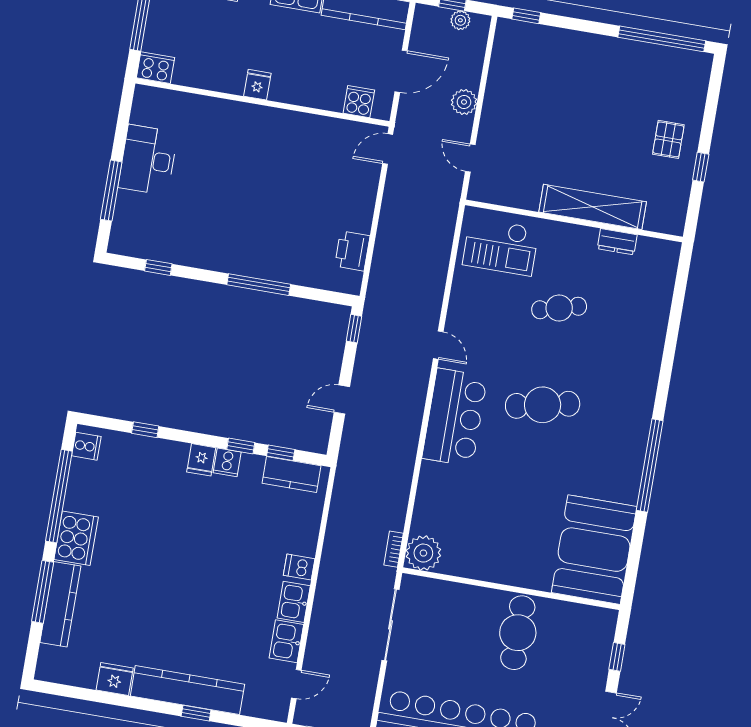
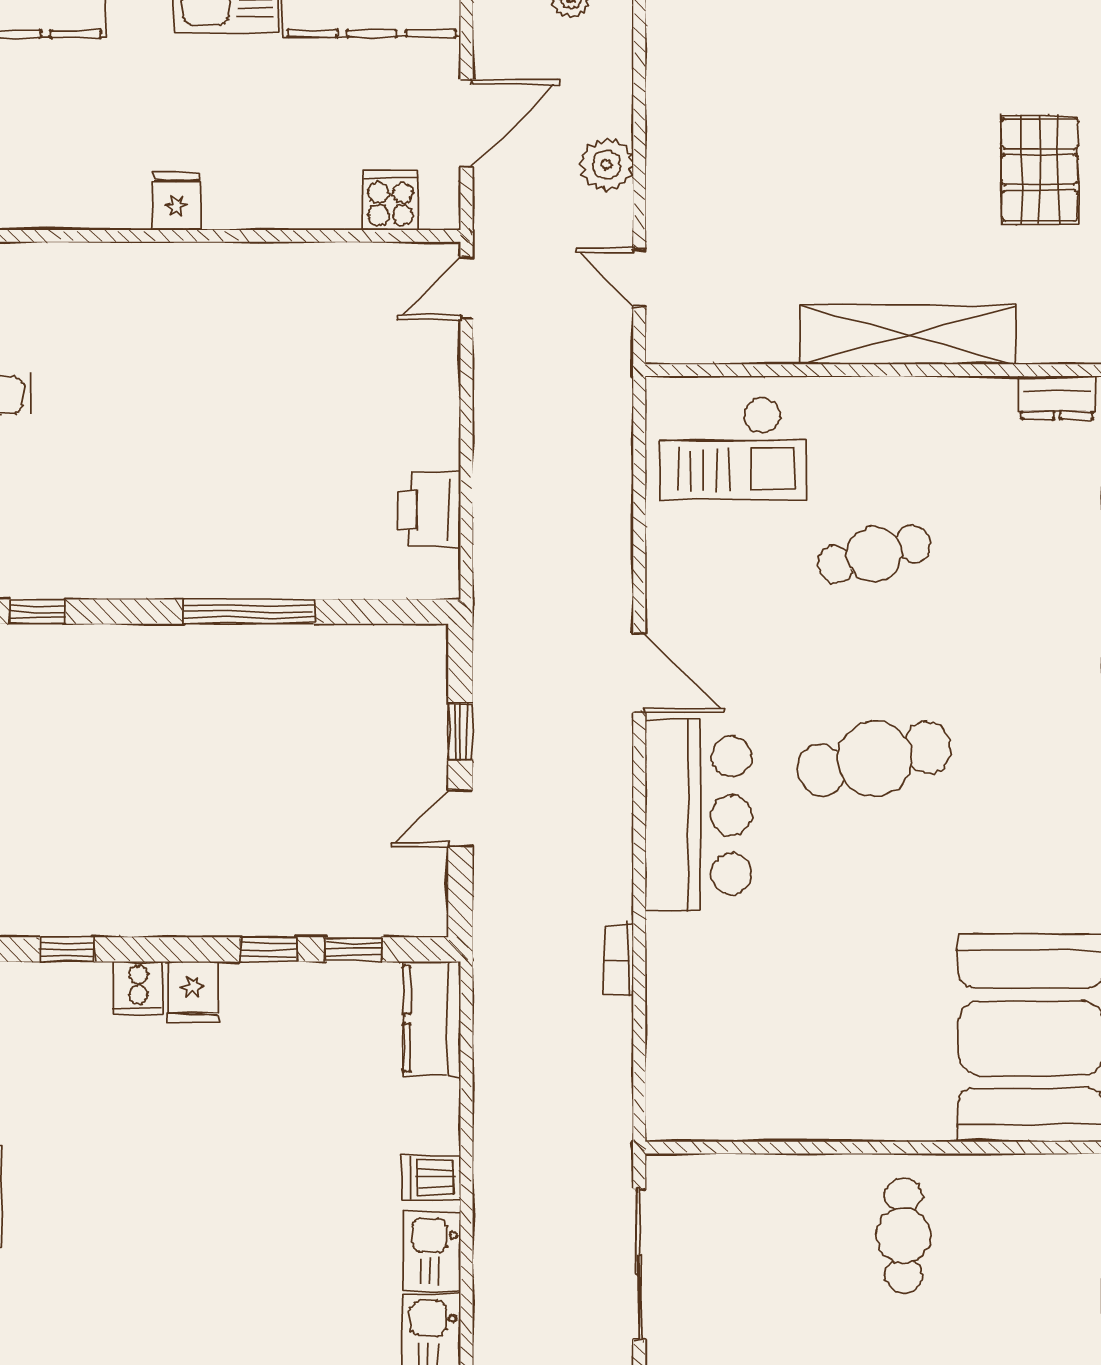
pallet: (668, 139) -> (1040, 170), width x1.50, depth x1.42
dresser: (617, 242) -> (1057, 398), moved
window: (354, 329) -> (460, 731), moved
door: (438, 345) -> (639, 673), width x1.38
cooker: (227, 462) -> (138, 988), moved
kitchen counter: (292, 474) -> (432, 1019), moved, turned 90
bookcase: (394, 549) -> (619, 959), moved
plant: (423, 553) -> (682, 1105), removed
cafe table: (518, 633) -> (904, 1235), width x0.73, depth x0.74

